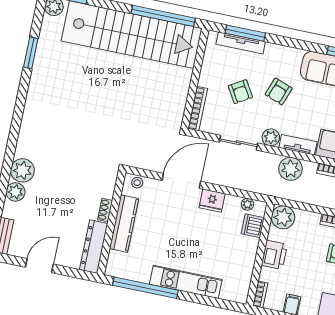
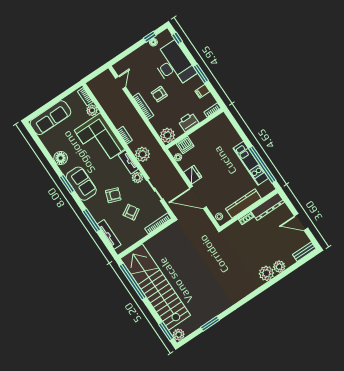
window: (245, 33) -> (91, 220), moved
kitchen unit: (186, 282) -> (251, 163), moved

